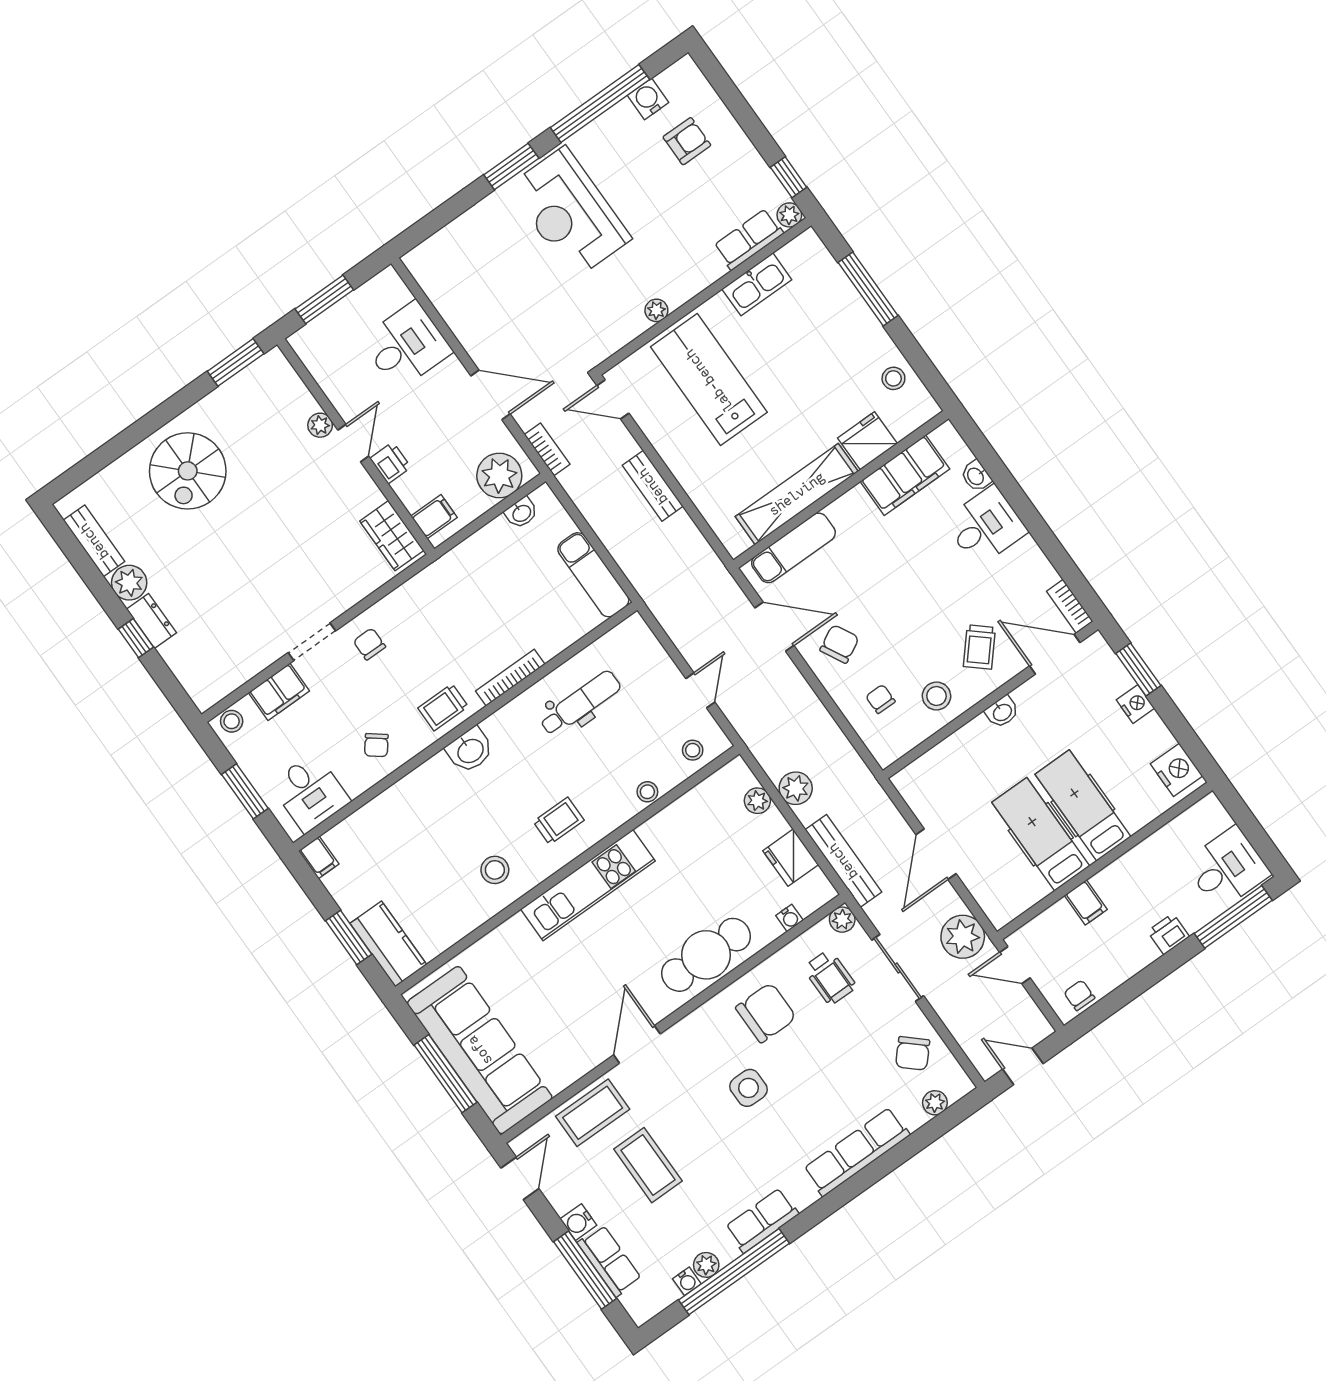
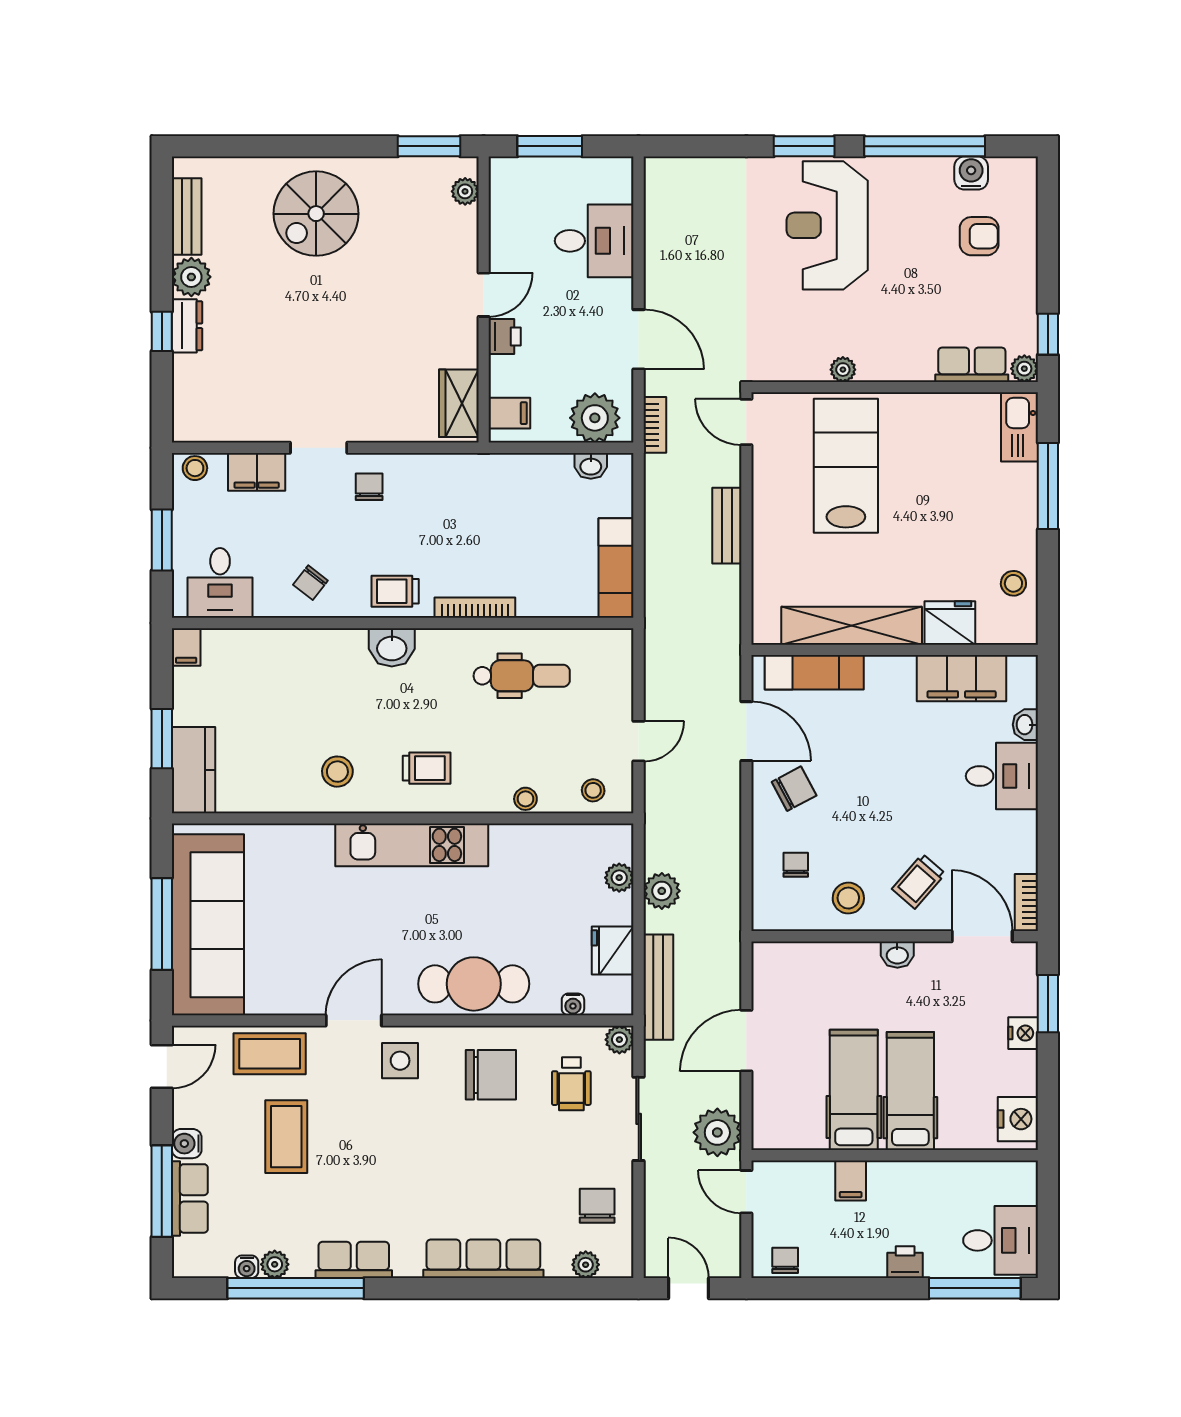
kitchen sink: (757, 284) -> (1019, 427), moved, turned 90
plant: (320, 425) -> (465, 191), moved
chair: (913, 1053) -> (597, 1206), turned 138
side table: (749, 1088) -> (400, 1061), moved

